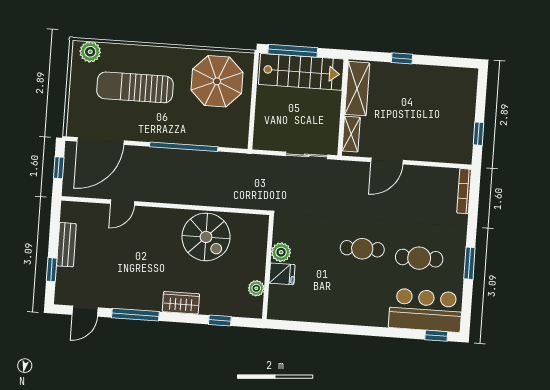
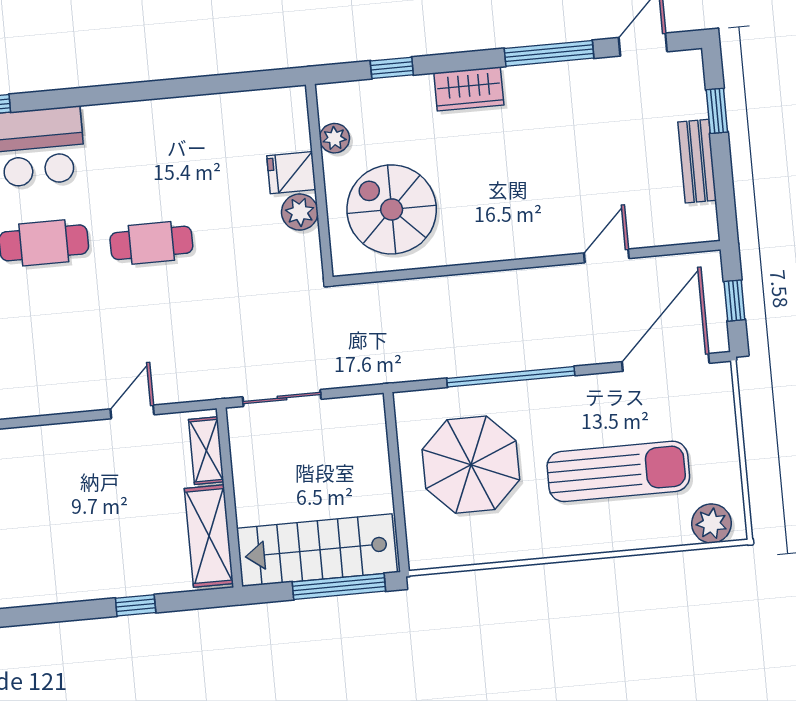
parasol: (217, 81) -> (471, 465), moved
door: (387, 161) -> (132, 412), width x0.73
spiral stairs: (206, 237) -> (392, 209), moved

